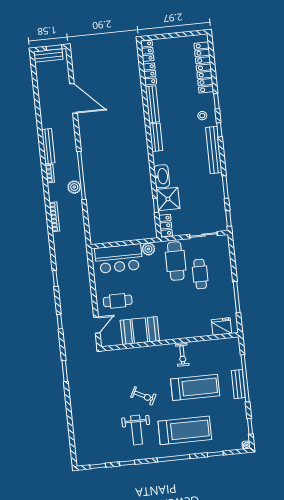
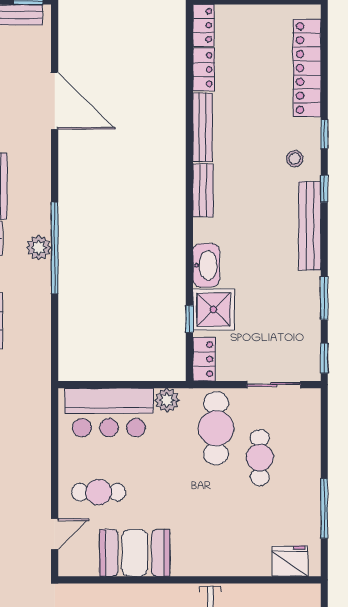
plant: (74, 187) -> (39, 248), moved

